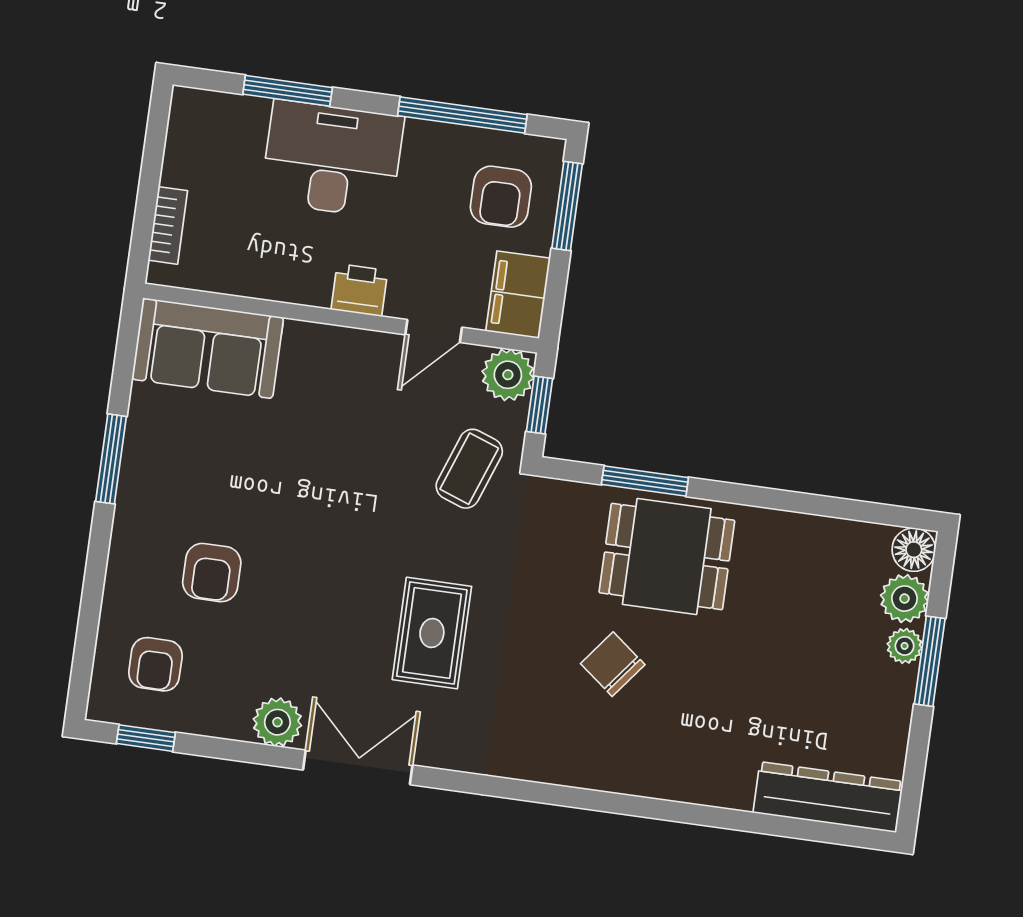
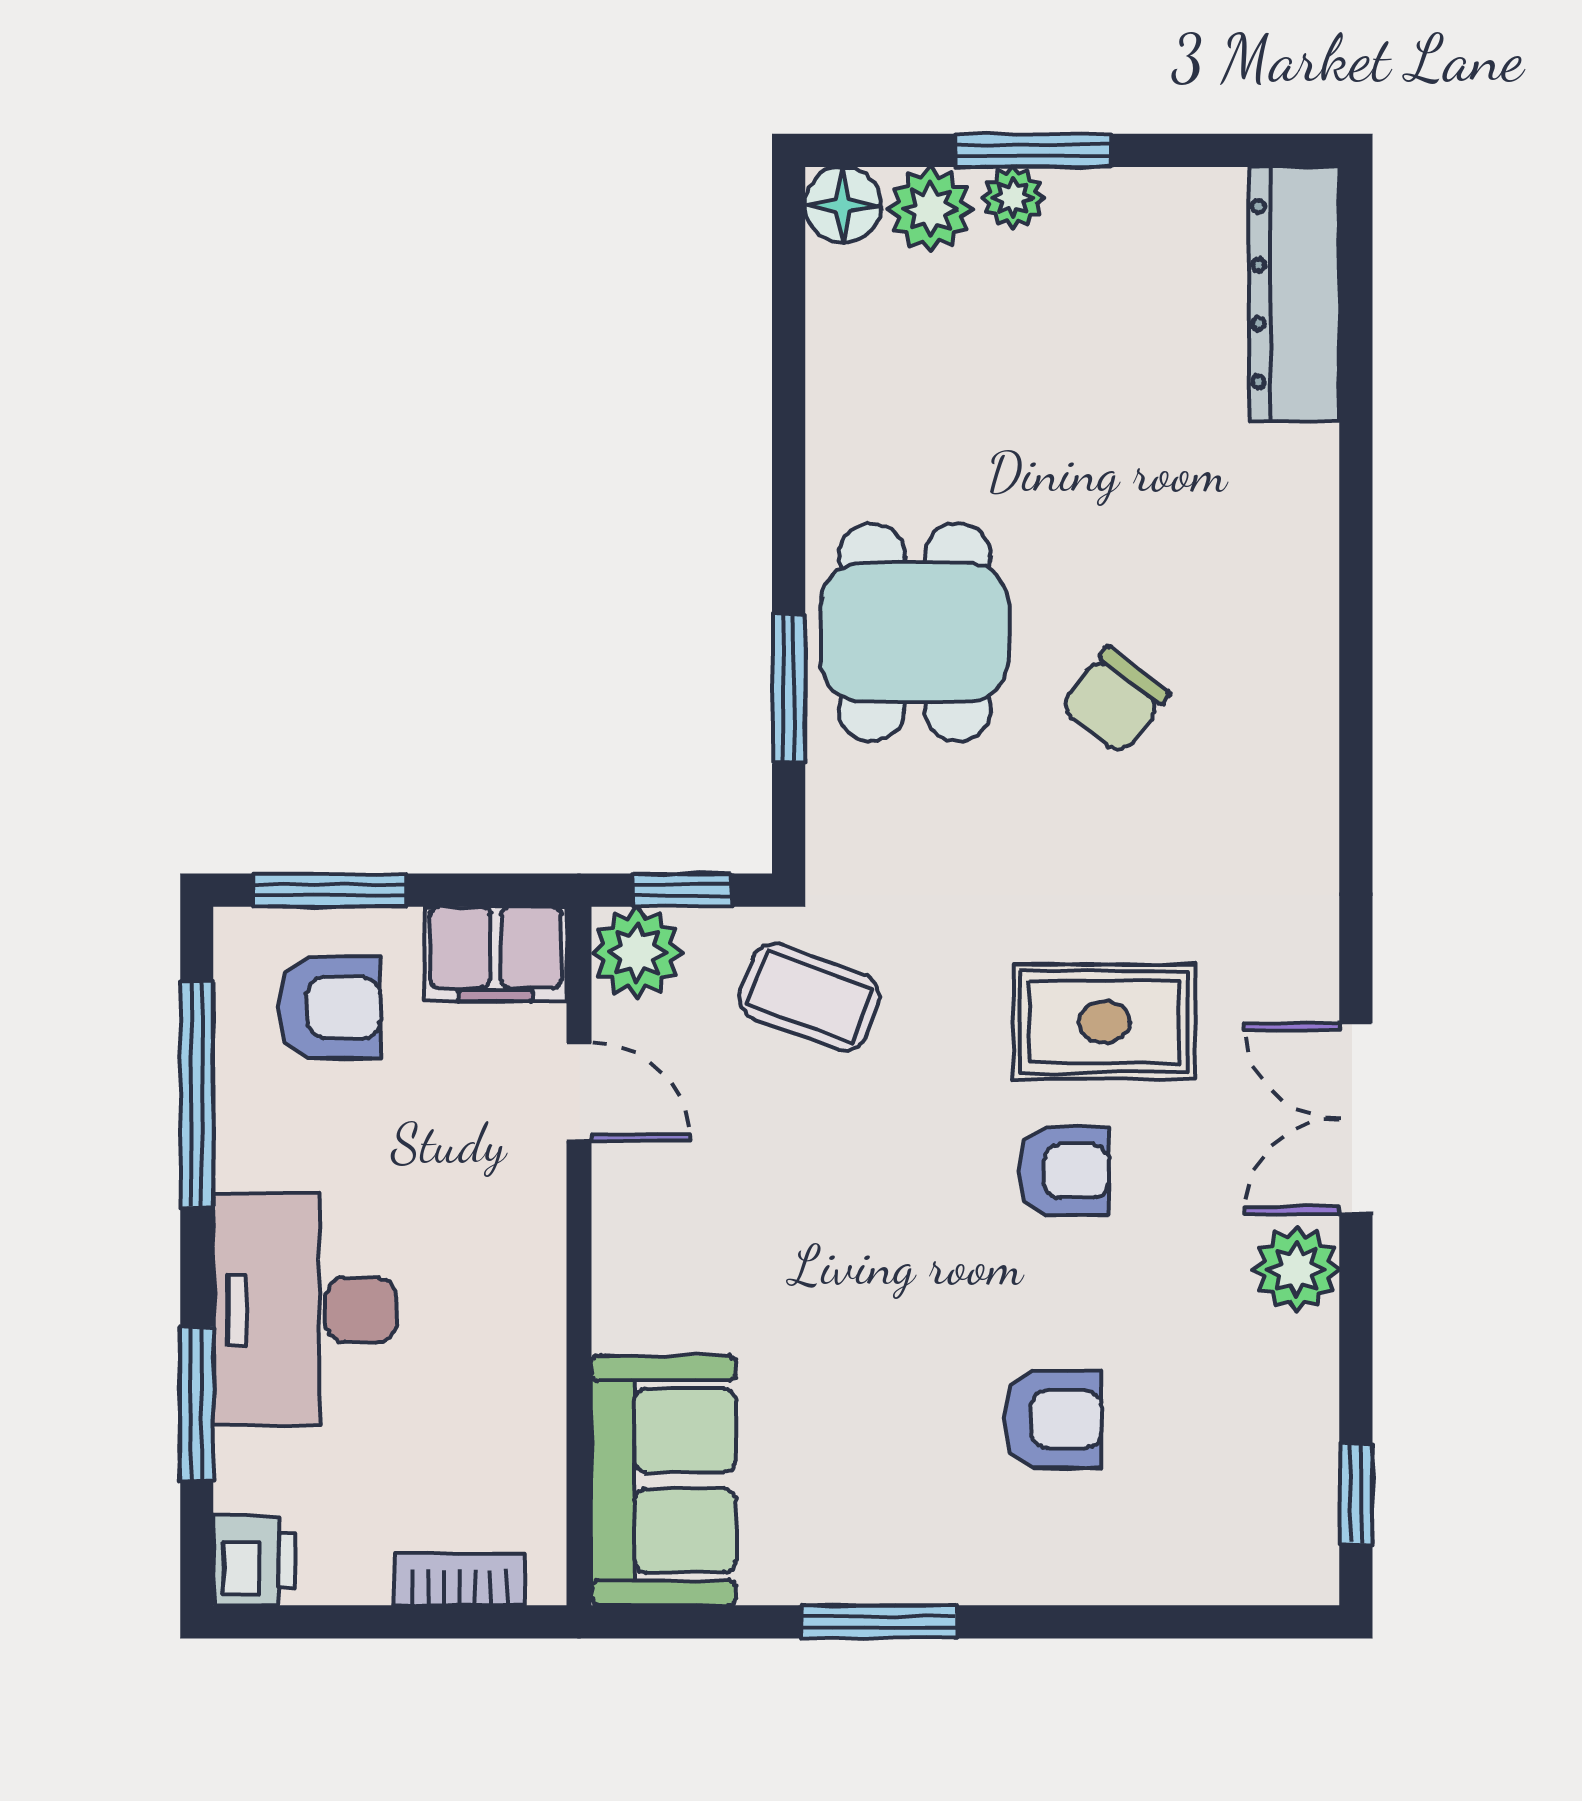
printer: (359, 290) -> (254, 1560), moved, turned 180
armchair: (155, 664) -> (1064, 1171), moved

